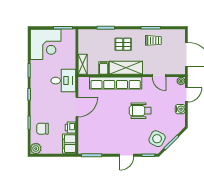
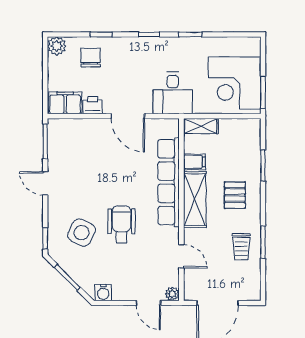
corner desk: (46, 44) -> (235, 83), moved
door: (159, 76) -> (181, 256), swing flipped
water cooler: (180, 109) -> (103, 293), moved
side table: (157, 139) -> (82, 233), moved
door: (127, 155) -> (45, 183), moved

